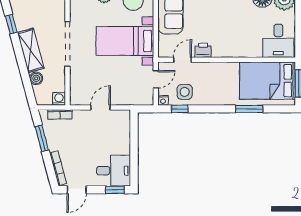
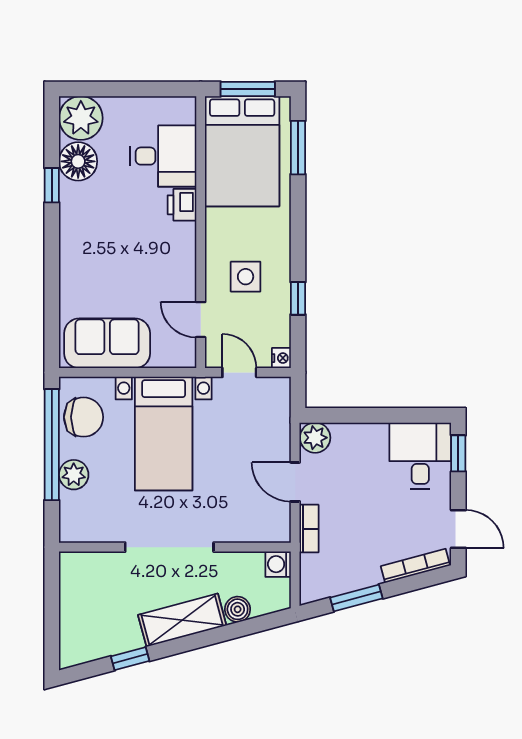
desk: (278, 41) -> (163, 156), moved
printer: (203, 50) -> (182, 205), moved
side table: (185, 92) -> (246, 277), moved
window: (180, 109) -> (298, 298), moved
window: (249, 109) -> (298, 148), moved
bookcase: (60, 114) -> (309, 529), moved
plant: (123, 118) -> (315, 438), added

